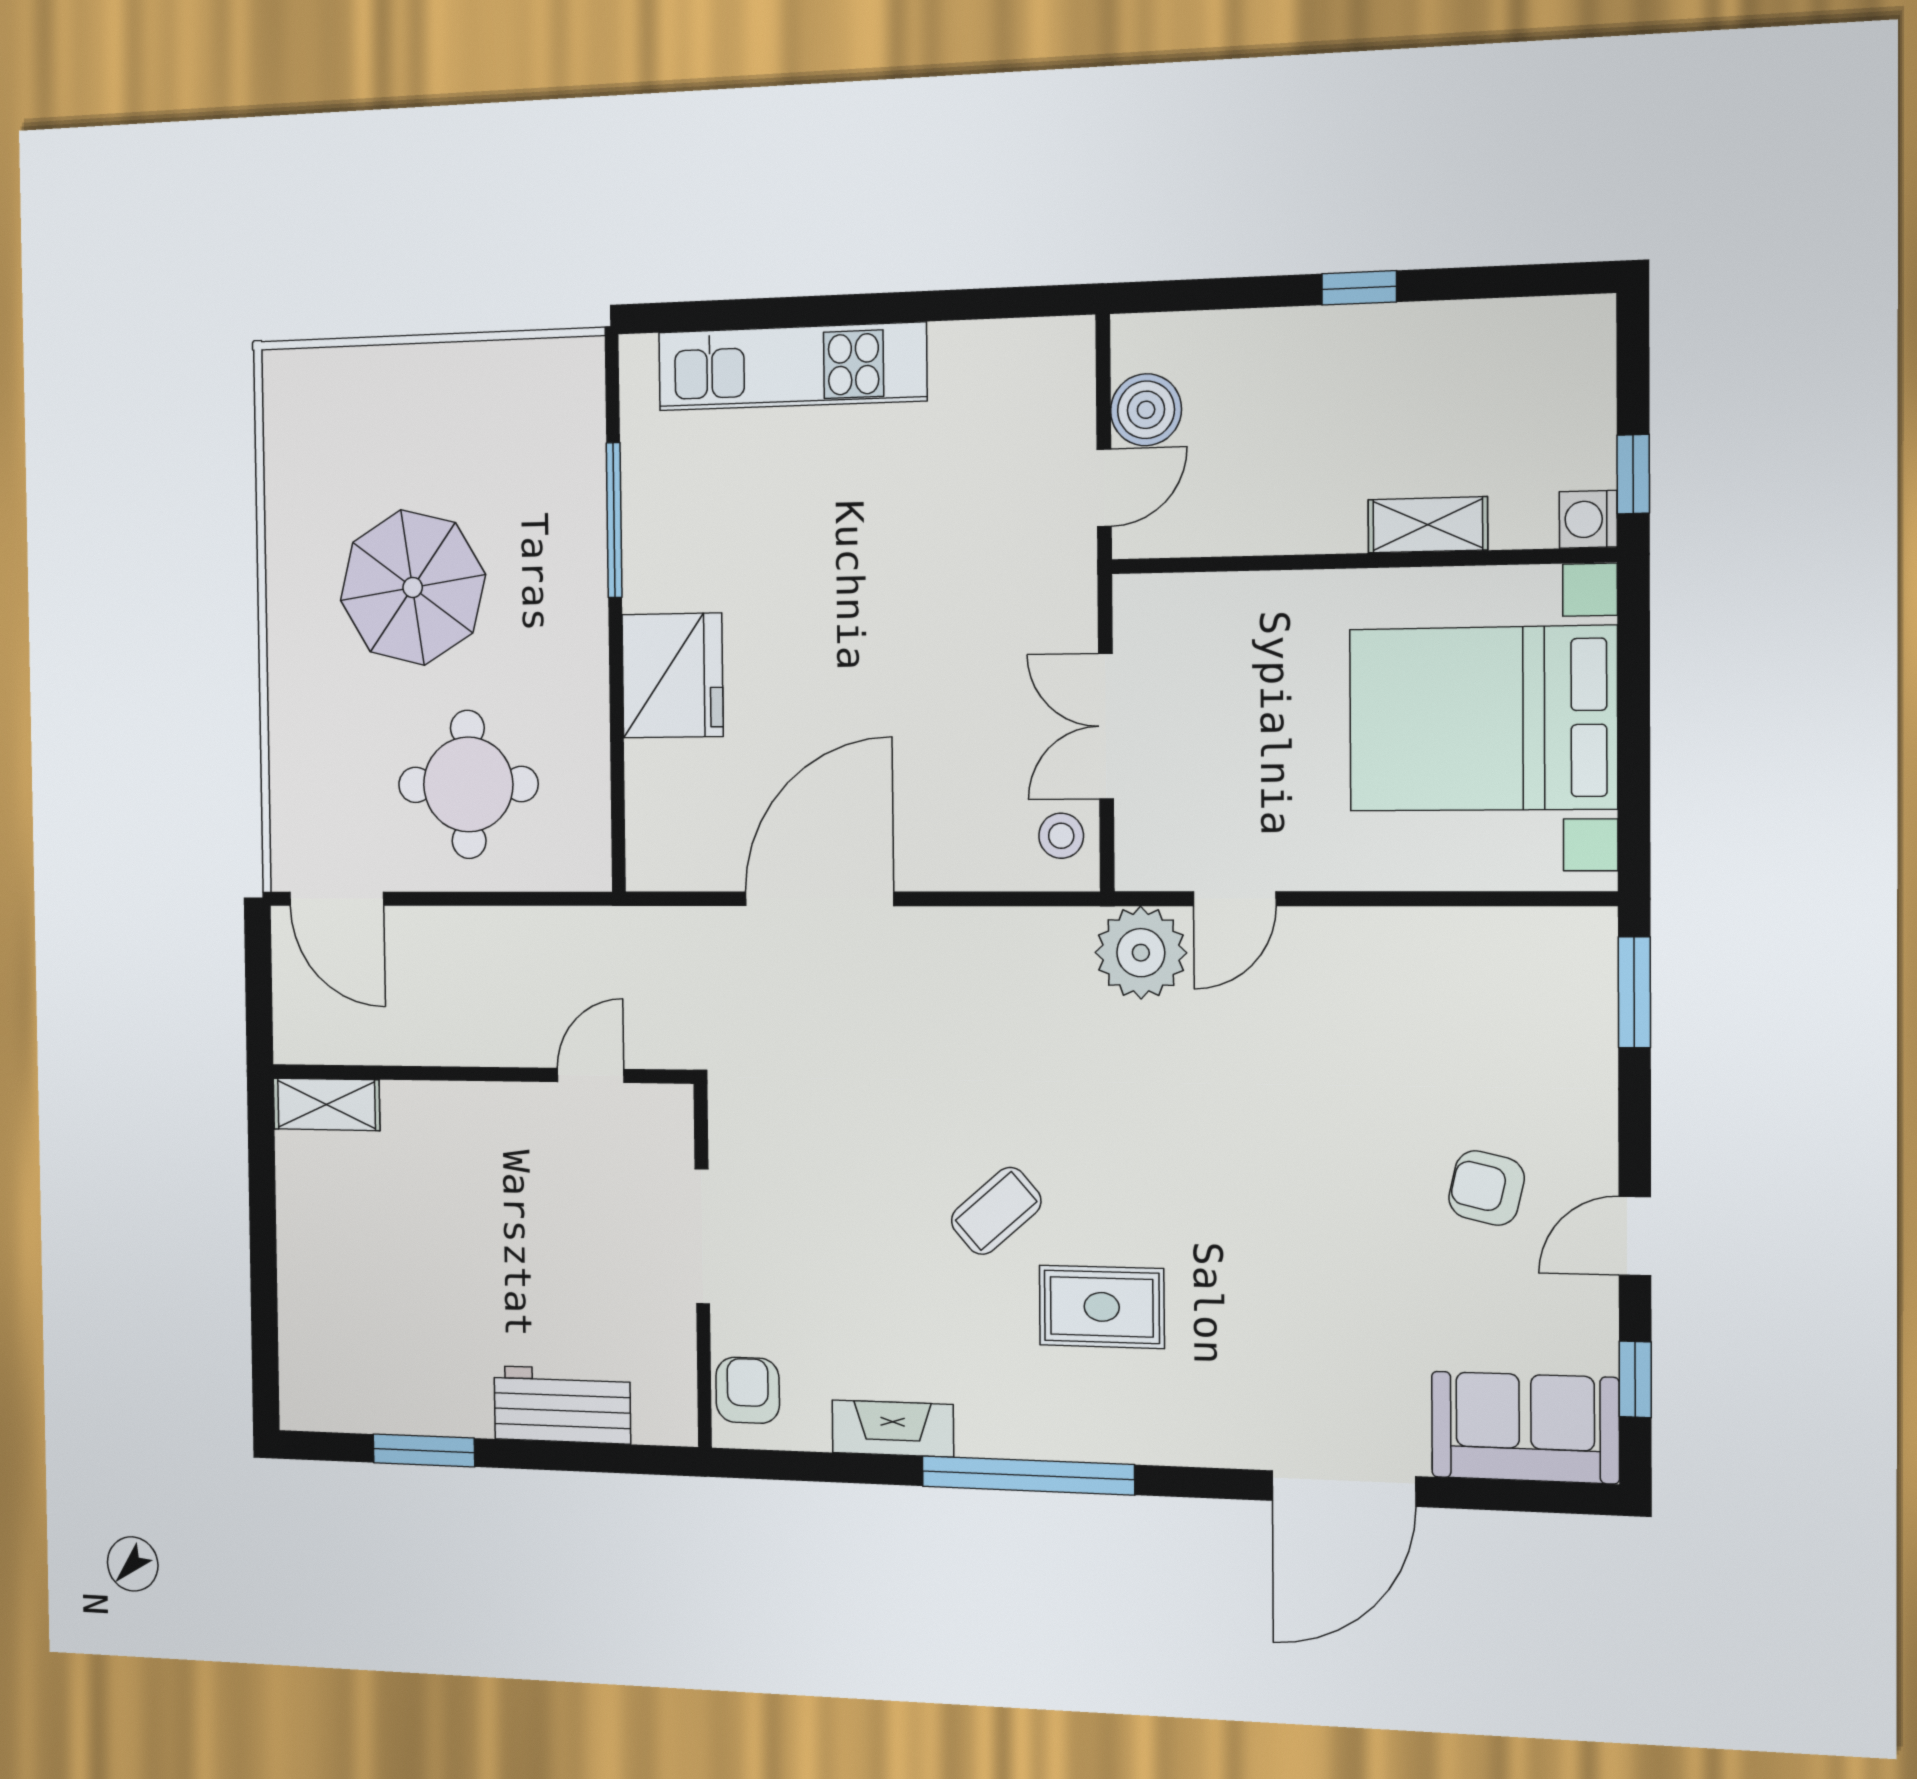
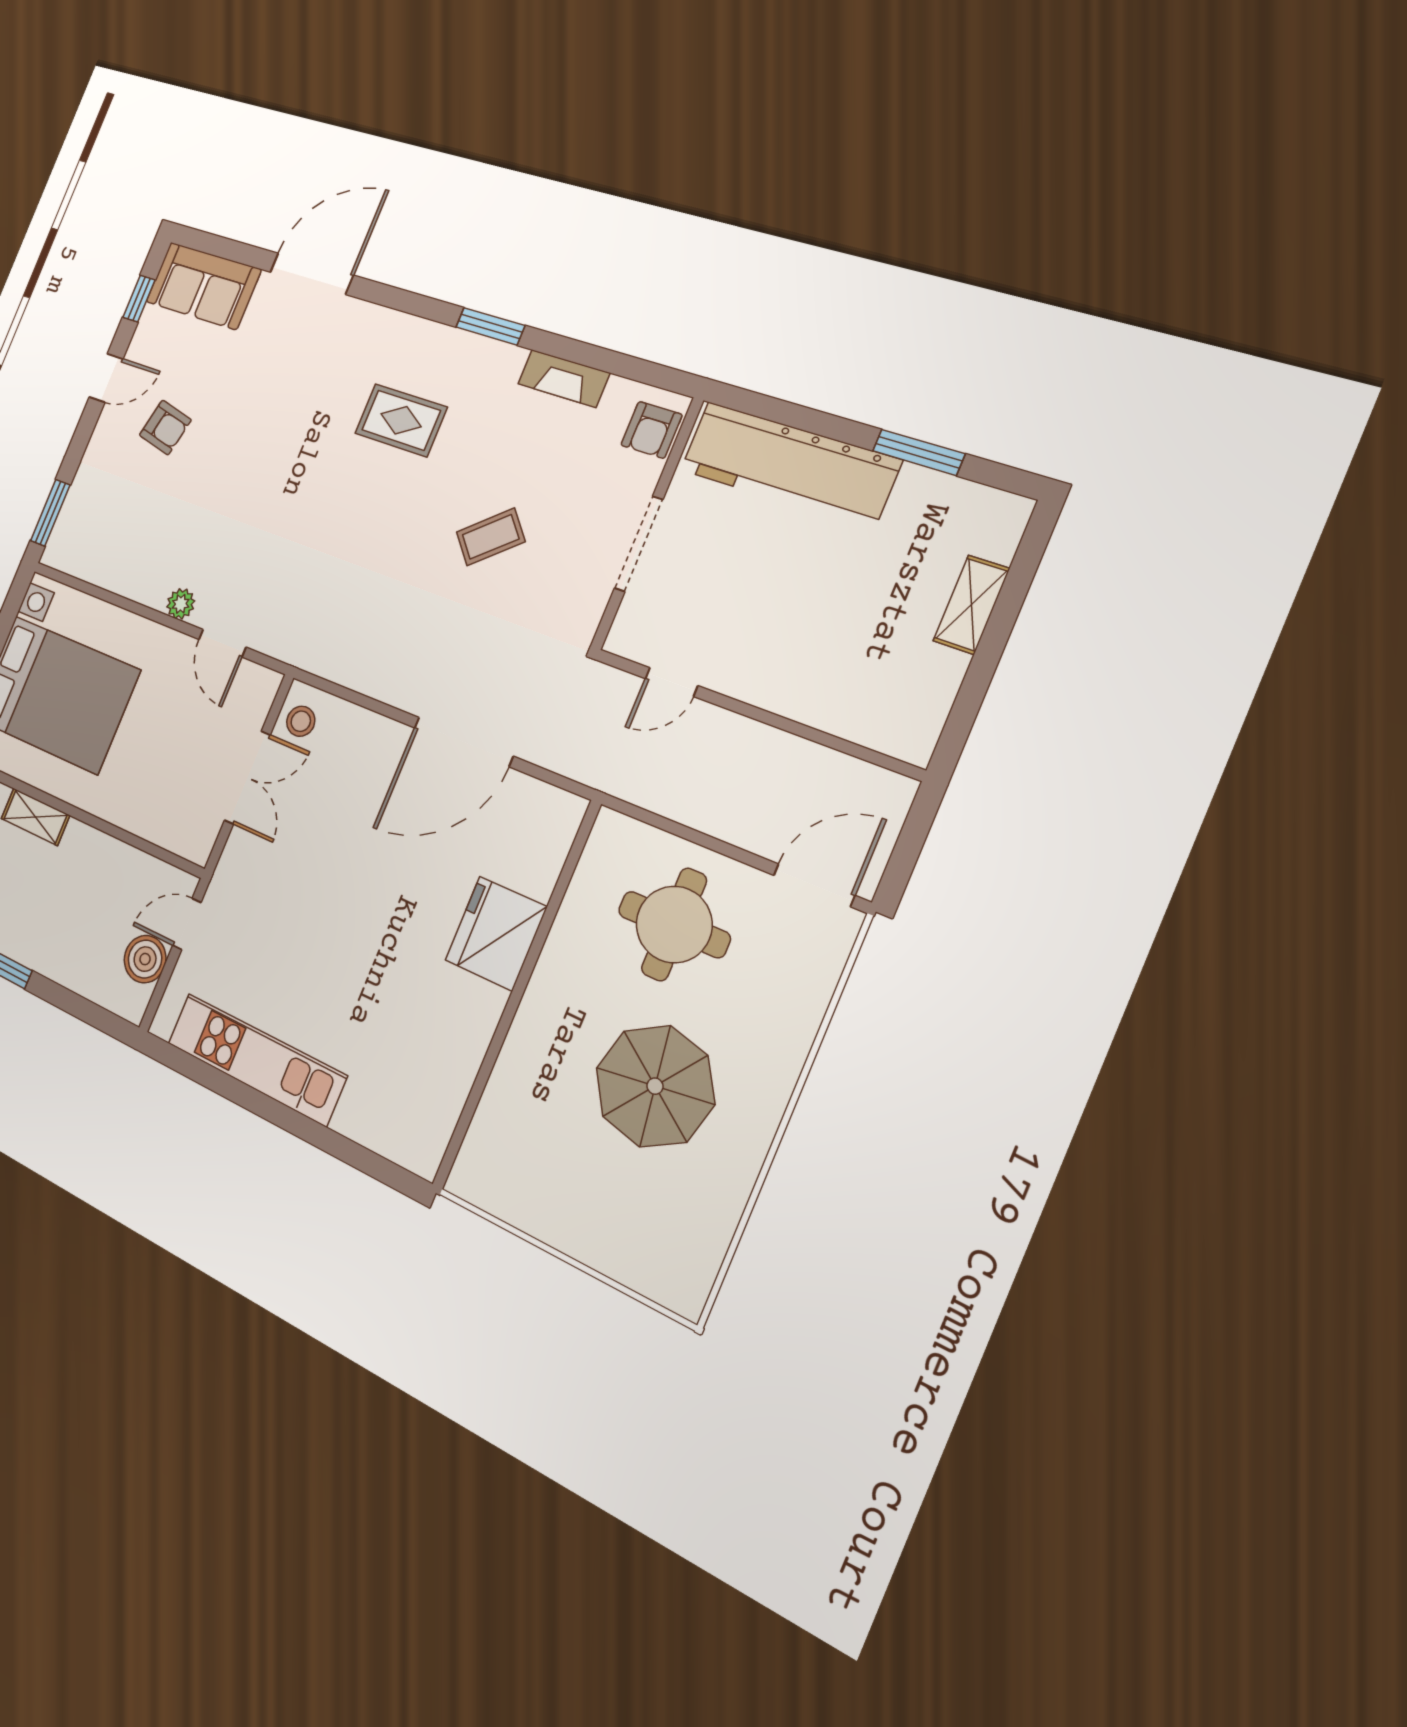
kitchen unit: (792, 367) -> (256, 1059), moved
window: (614, 520) -> (490, 1059), removed
door: (337, 899) -> (814, 885), hinge flipped
door: (1235, 899) -> (222, 643), swing flipped
plant: (1141, 953) -> (181, 604), moved, width x0.53, depth x0.53
shelving: (326, 1104) -> (971, 605), moved, turned 90
coffee table: (996, 1211) -> (491, 537), moved
workbench: (562, 1405) -> (789, 465), width x1.88, depth x1.32
window: (1028, 1475) -> (490, 326), width x0.47

